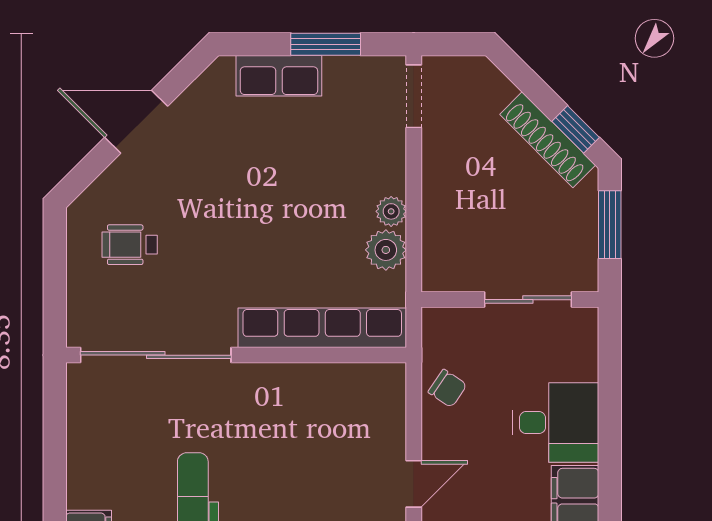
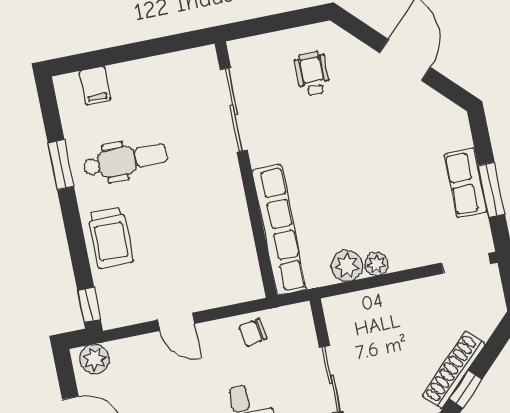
row of seats: (279, 76) -> (466, 183), moved
sliding door: (156, 355) -> (234, 110), width x0.73
chair: (447, 388) -> (253, 333), turned 46

